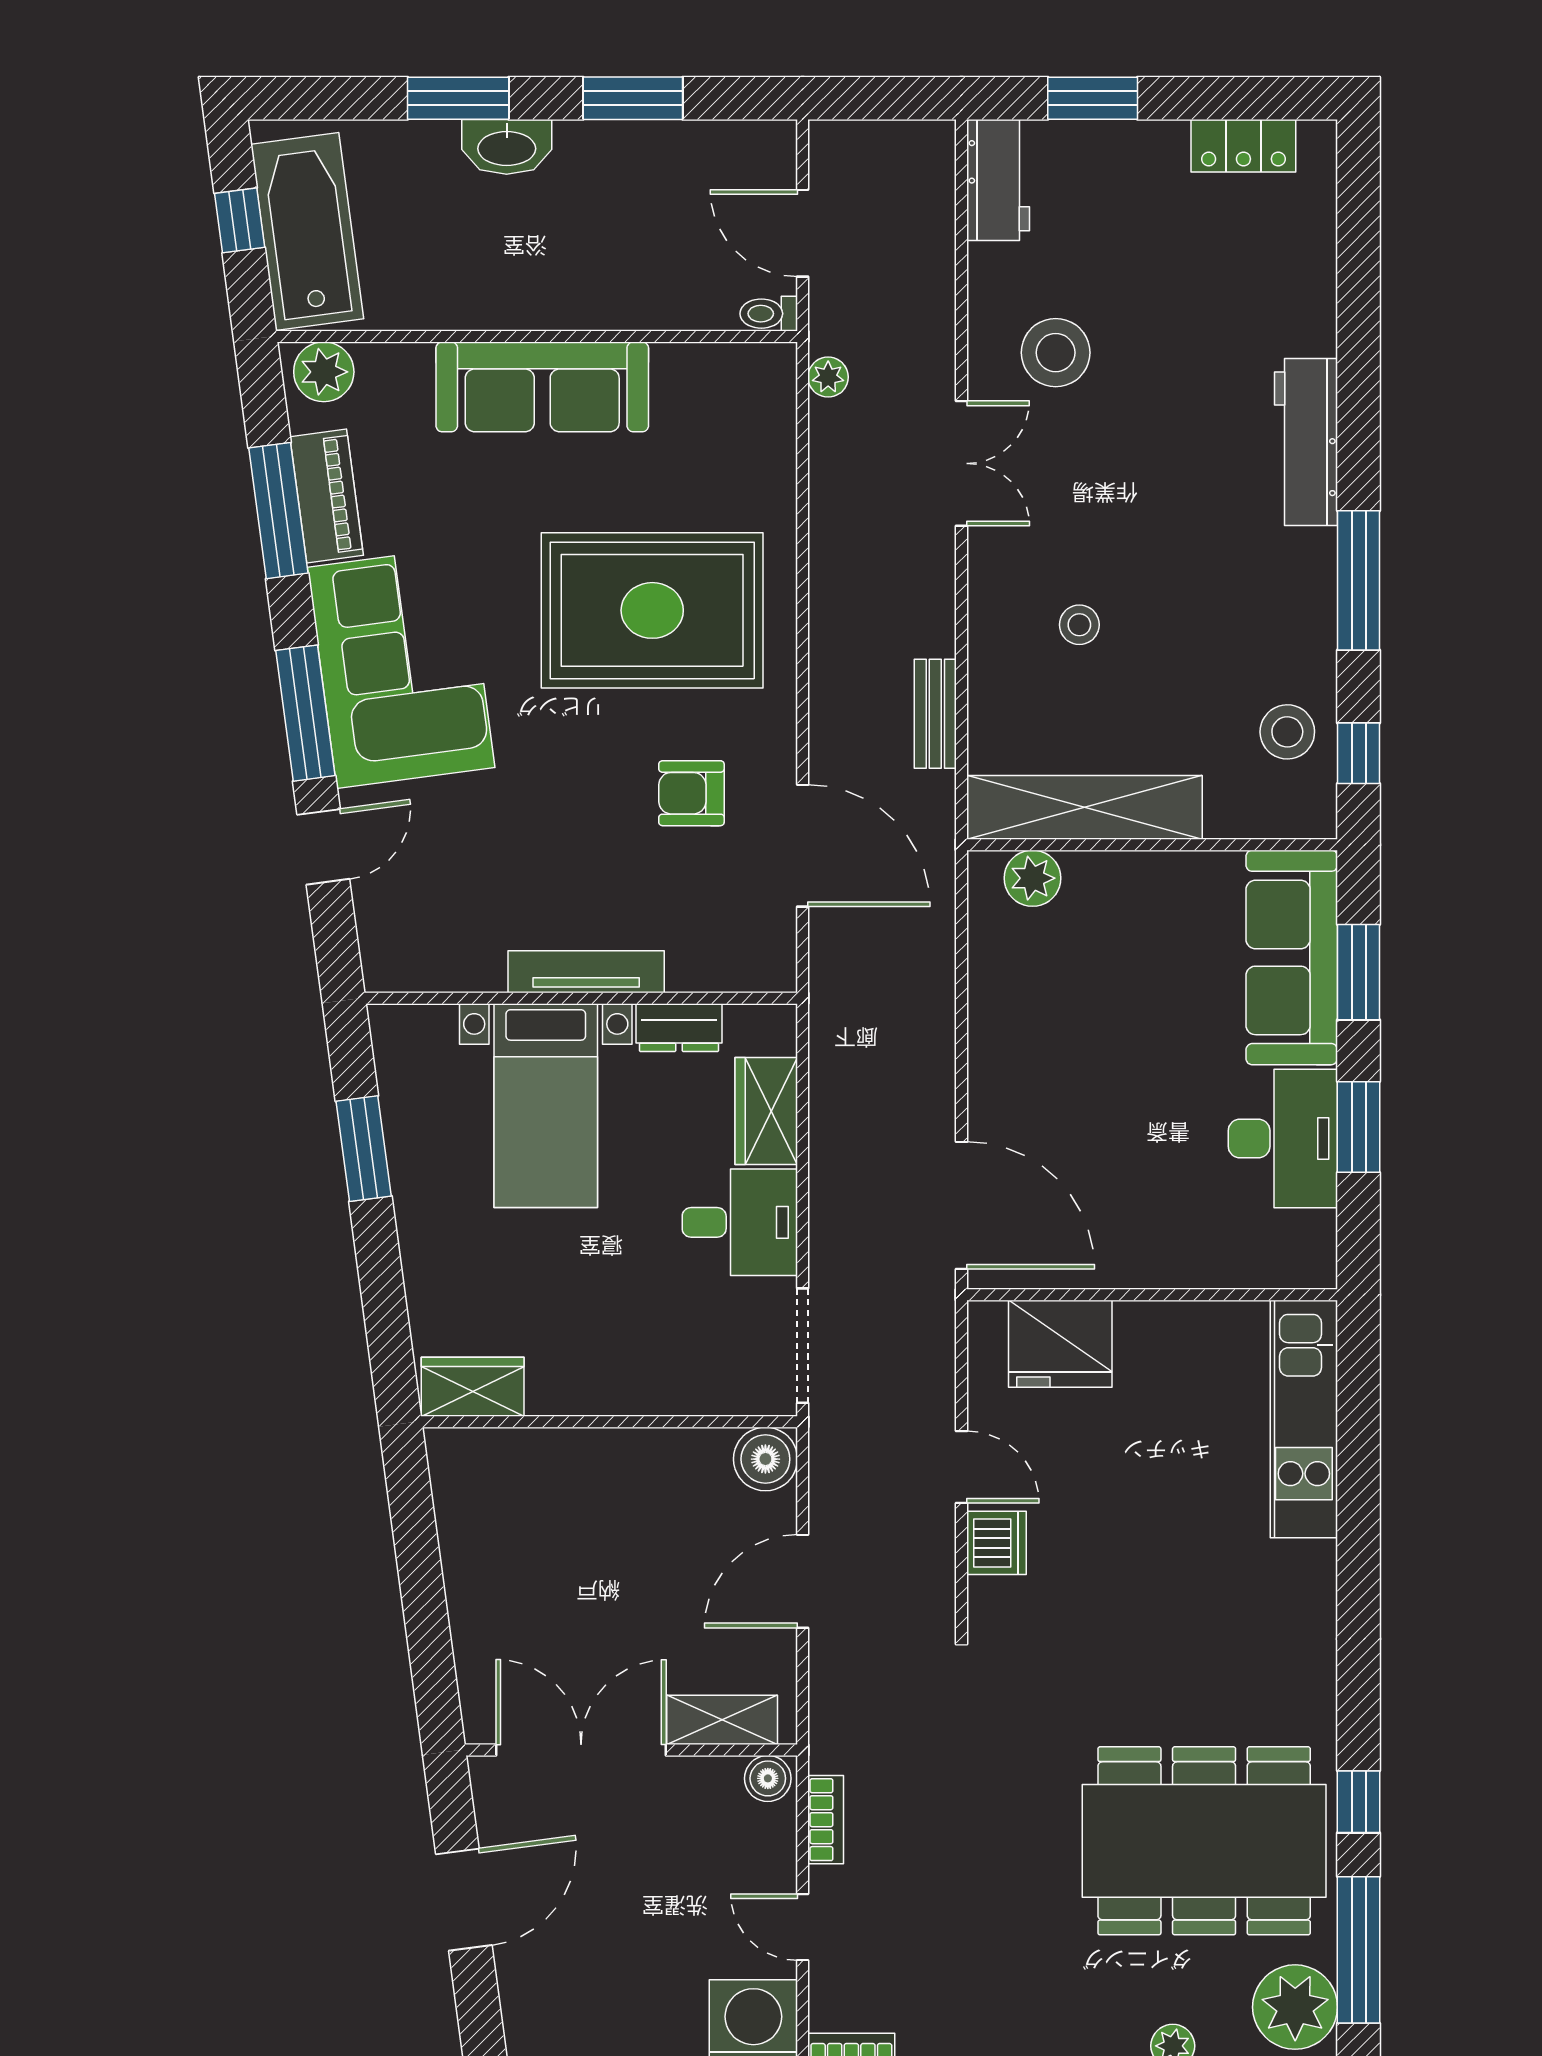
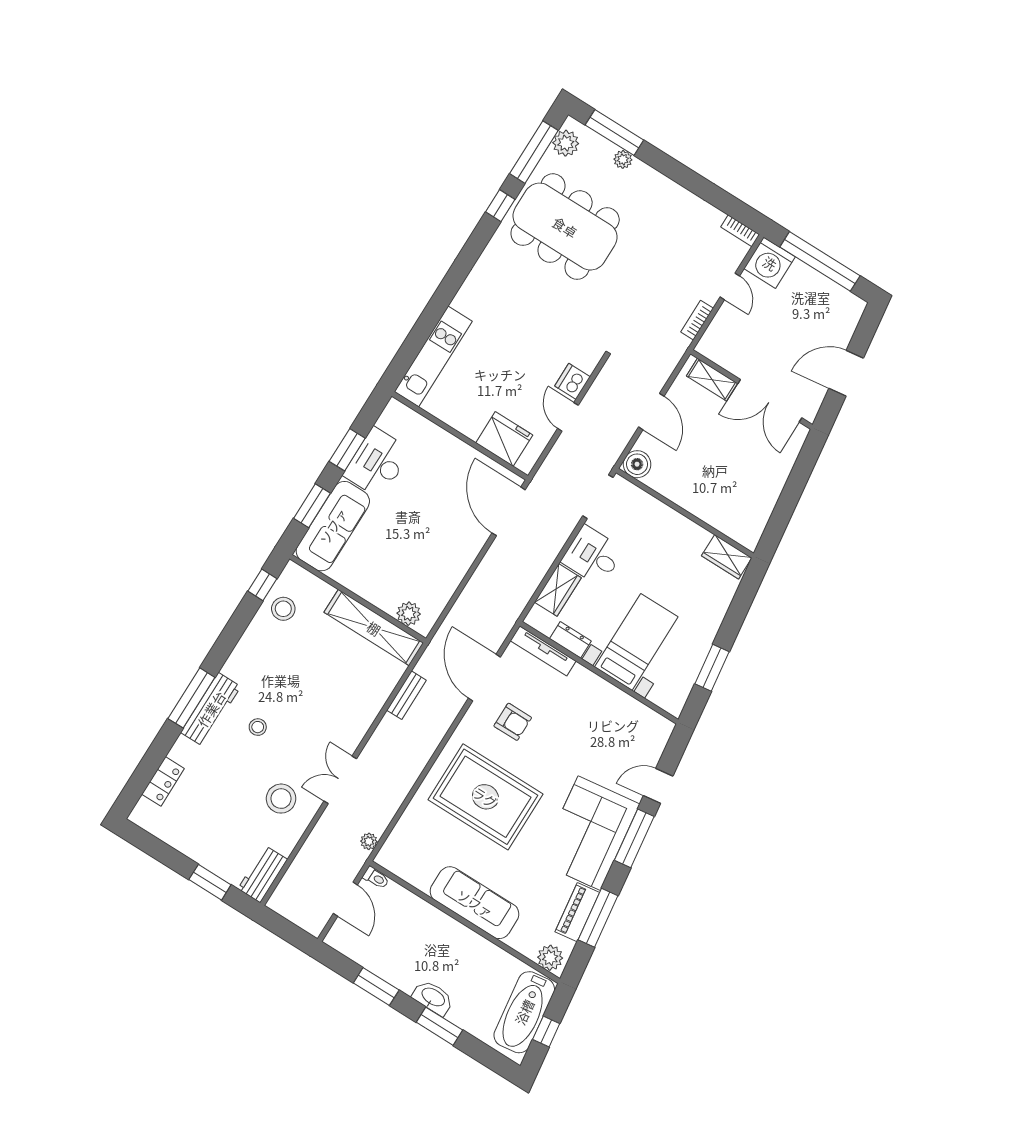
locker: (1243, 146) -> (163, 781), moved, turned 90
window: (1359, 580) -> (191, 698), moved
stool: (1079, 625) -> (258, 727), moved
tv unit: (586, 972) -> (543, 651), moved
door: (803, 1581) -> (651, 412), hinge flipped
boiler: (768, 1778) -> (709, 348), removed
plant: (1295, 2007) -> (566, 143), width x0.73, depth x0.73

